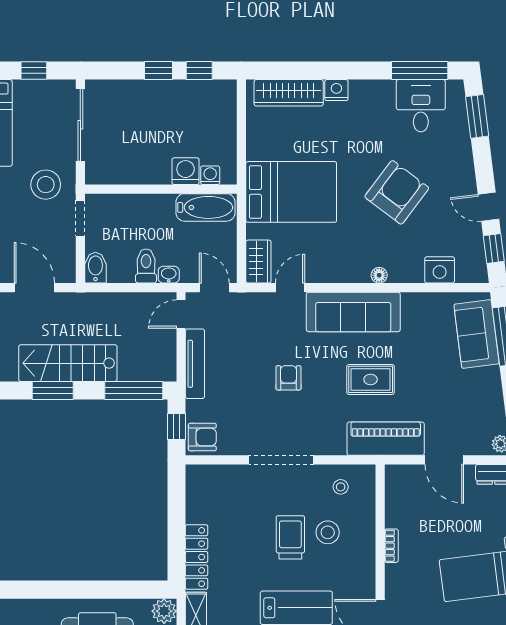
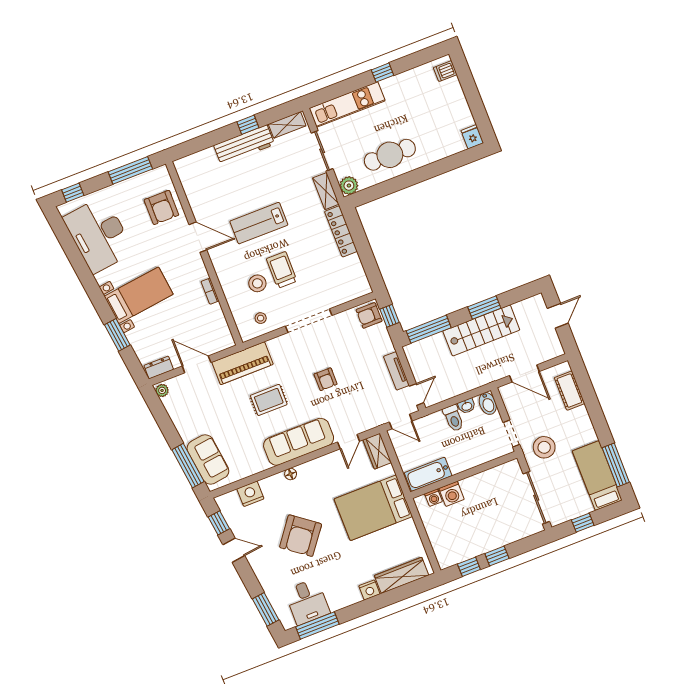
washbasin: (169, 275) -> (467, 406), moved
tv unit: (195, 364) -> (396, 371), width x0.71
trolley: (290, 537) -> (282, 270), turned 180

